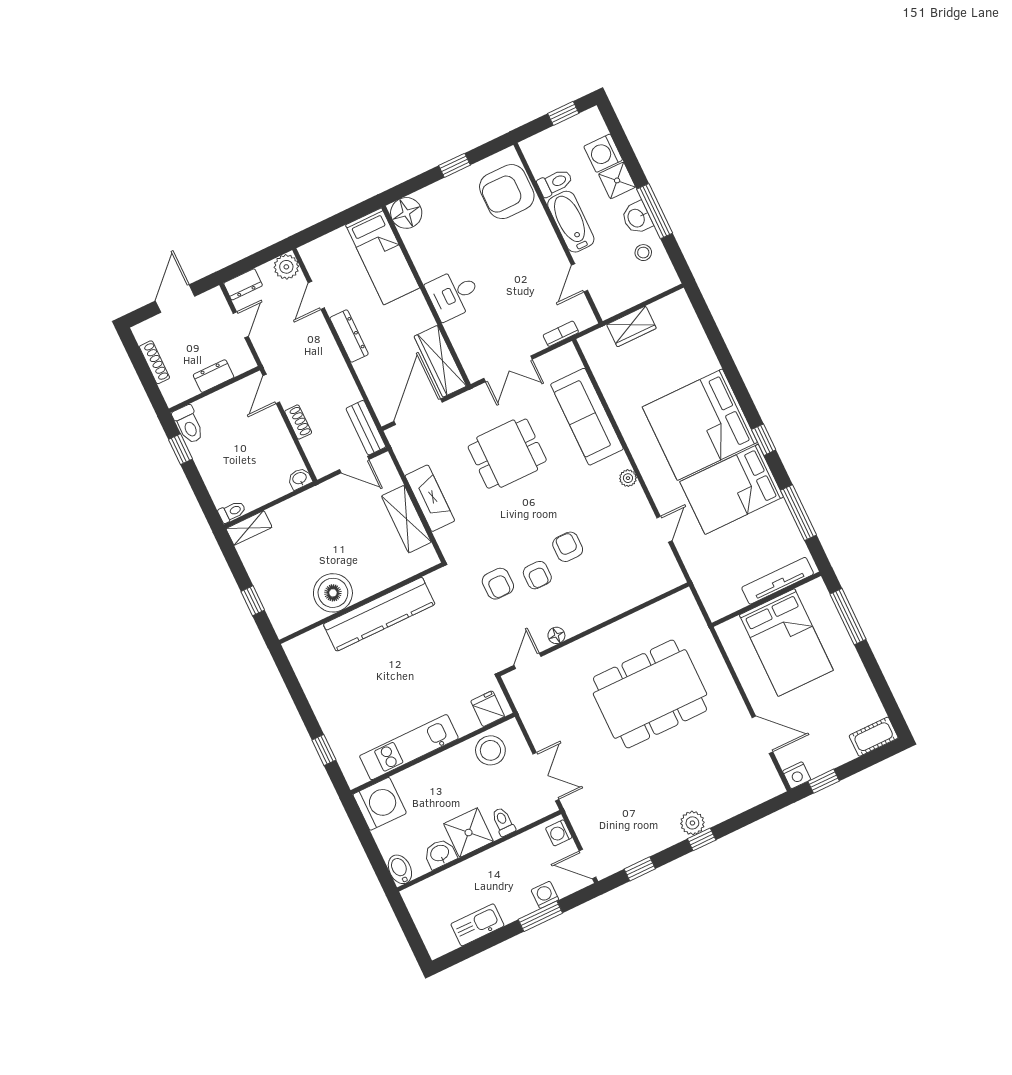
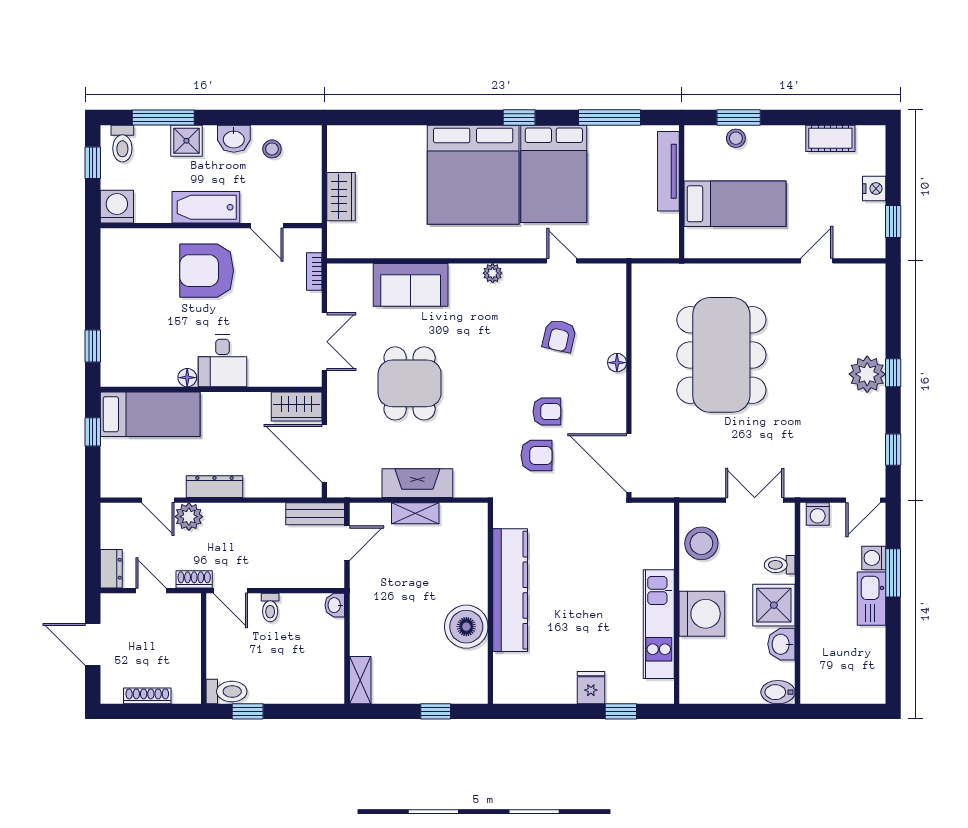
washing machine: (603, 153) -> (117, 207), moved, turned 180
window: (454, 165) -> (93, 346), moved
toilet: (555, 183) -> (122, 144), moved, turned 180
armchair: (507, 192) -> (207, 271), moved, turned 90
window: (655, 211) -> (163, 117), moved
floor lamp: (406, 213) -> (187, 378), moved, width x0.53, depth x0.53
window: (346, 217) -> (93, 432), added
plant: (286, 267) -> (189, 517), moved
wardrobe: (440, 361) -> (297, 406), width x0.67
dresser: (214, 376) -> (190, 643), removed
sofa: (587, 417) -> (411, 285), width x0.73
shoe rack: (298, 422) -> (194, 579), moved
toilet: (232, 512) -> (270, 608), moved, turned 180
shelving: (406, 519) -> (415, 513), width x0.67, depth x0.75
armchair: (568, 547) -> (559, 336), moved, turned -77
window: (848, 617) -> (739, 117), width x0.69
stool: (830, 622) -> (736, 138), added
floor lamp: (556, 635) -> (617, 363), moved
bed: (786, 643) -> (735, 204), width x0.67
door: (527, 661) -> (629, 463), width x1.88
fridge: (488, 709) -> (591, 688), moved, turned 90
door: (762, 735) -> (817, 261), width x0.73
cot: (874, 737) -> (830, 138), moved, turned 90
nightstand: (797, 775) -> (874, 189), moved
washing machine: (380, 804) -> (702, 614), moved, turned 90
plant: (692, 823) -> (867, 374), width x1.36, depth x1.36
kitchen sink: (477, 925) -> (871, 599), moved

